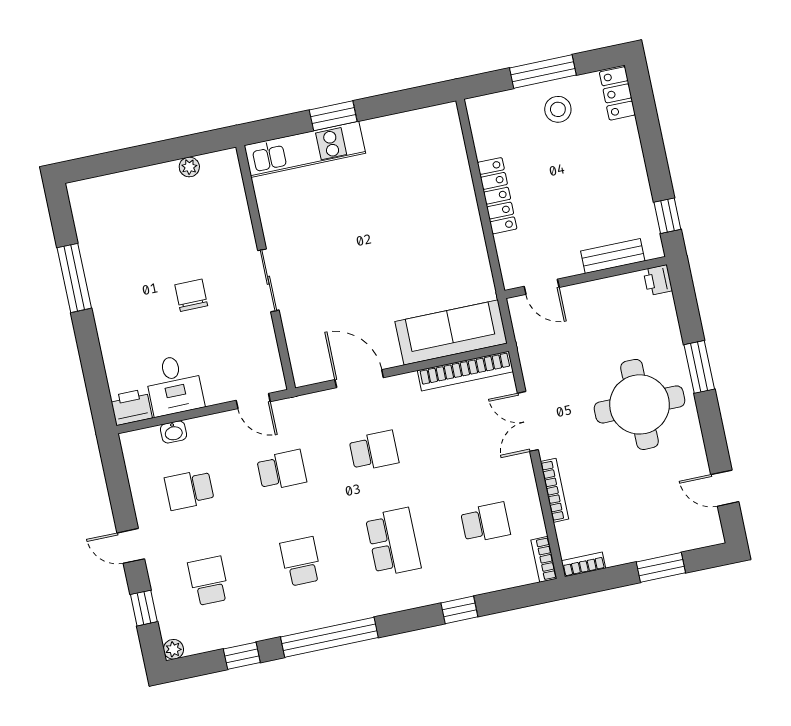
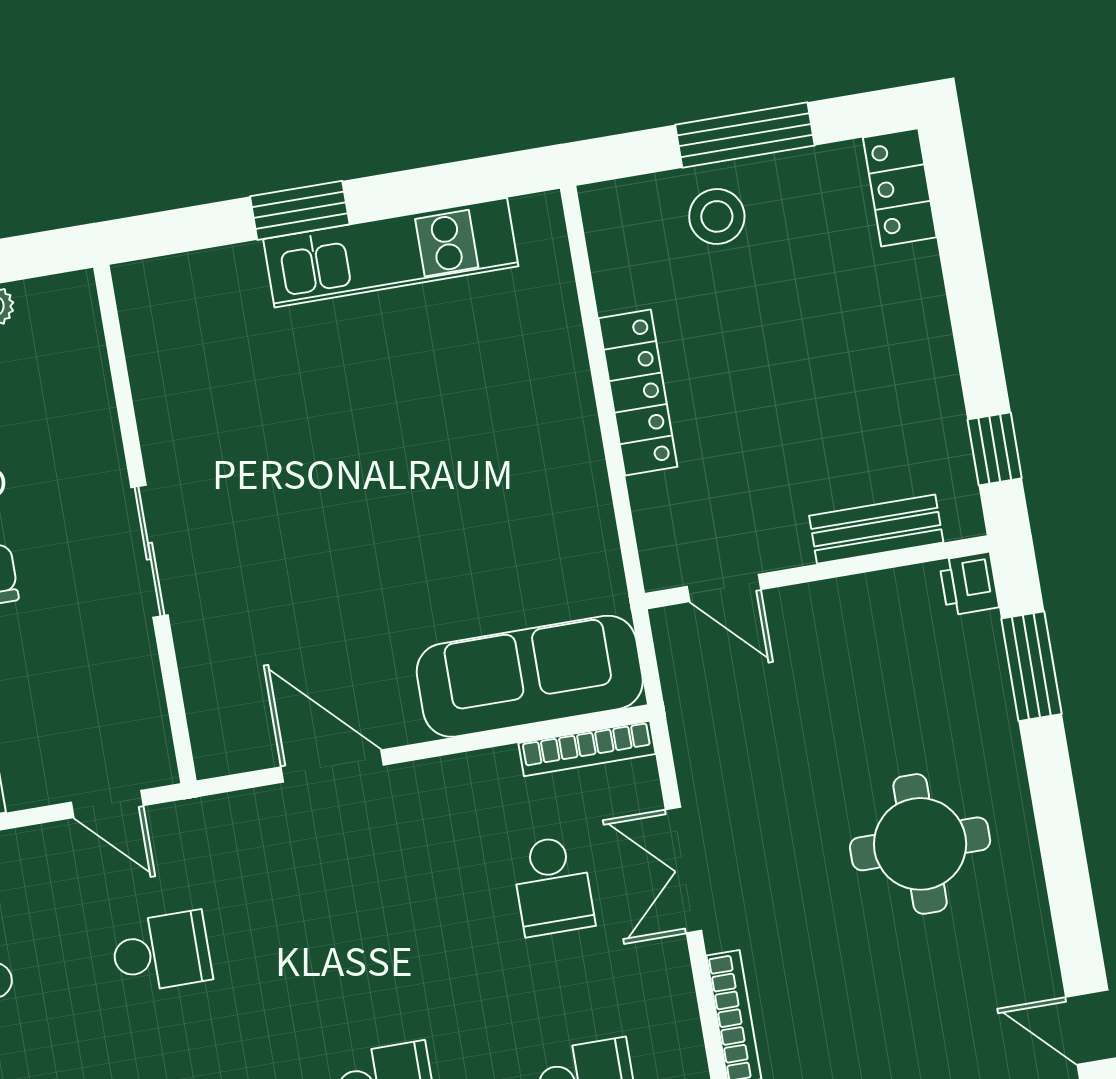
stool: (558, 109) -> (717, 216), moved
kitchen unit: (305, 149) -> (391, 253), moved
window: (699, 367) -> (1031, 666), moved
bookcase: (465, 371) -> (587, 748), width x0.68, depth x0.76
round table: (640, 404) -> (920, 844), width x0.73, depth x0.73
school desk: (374, 451) -> (553, 886), moved, turned 90

